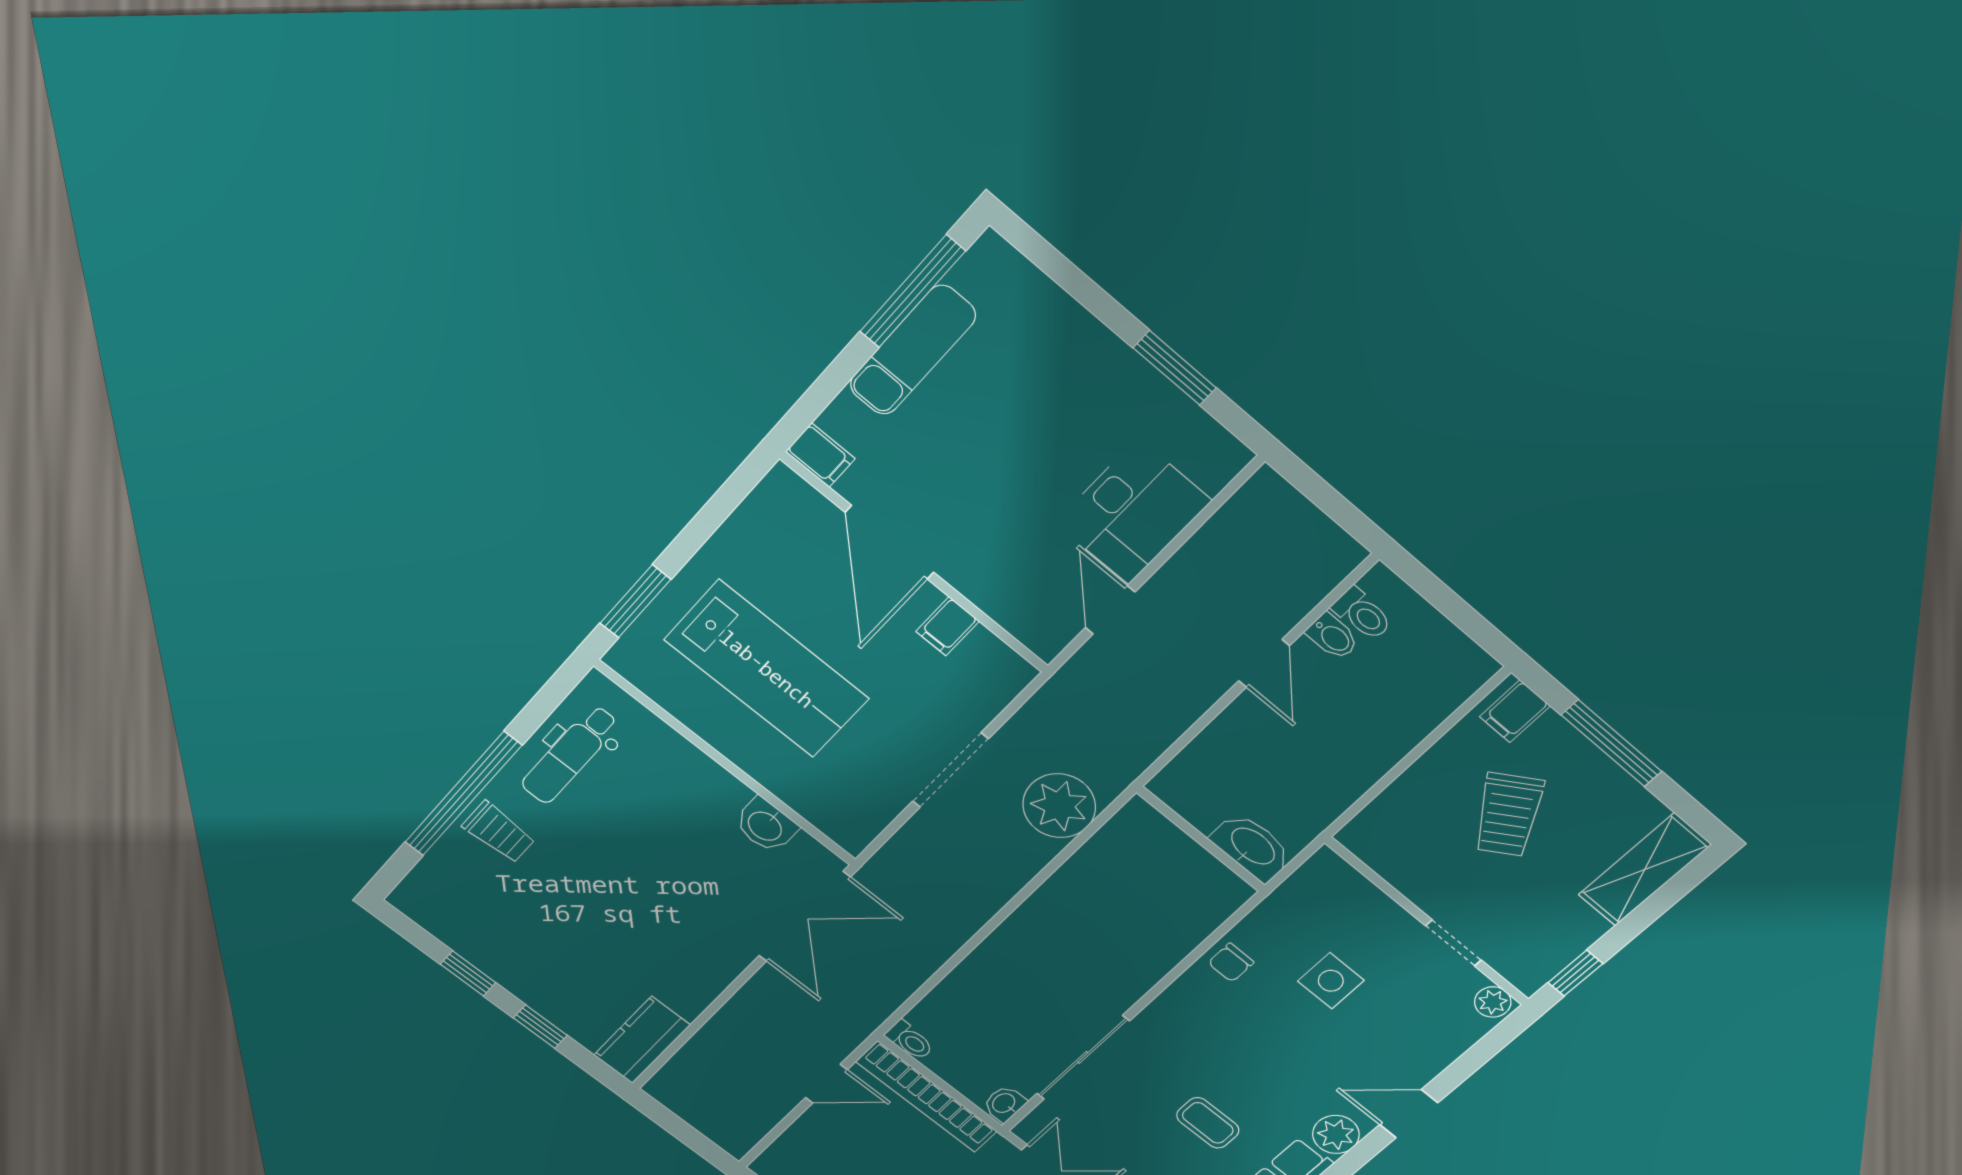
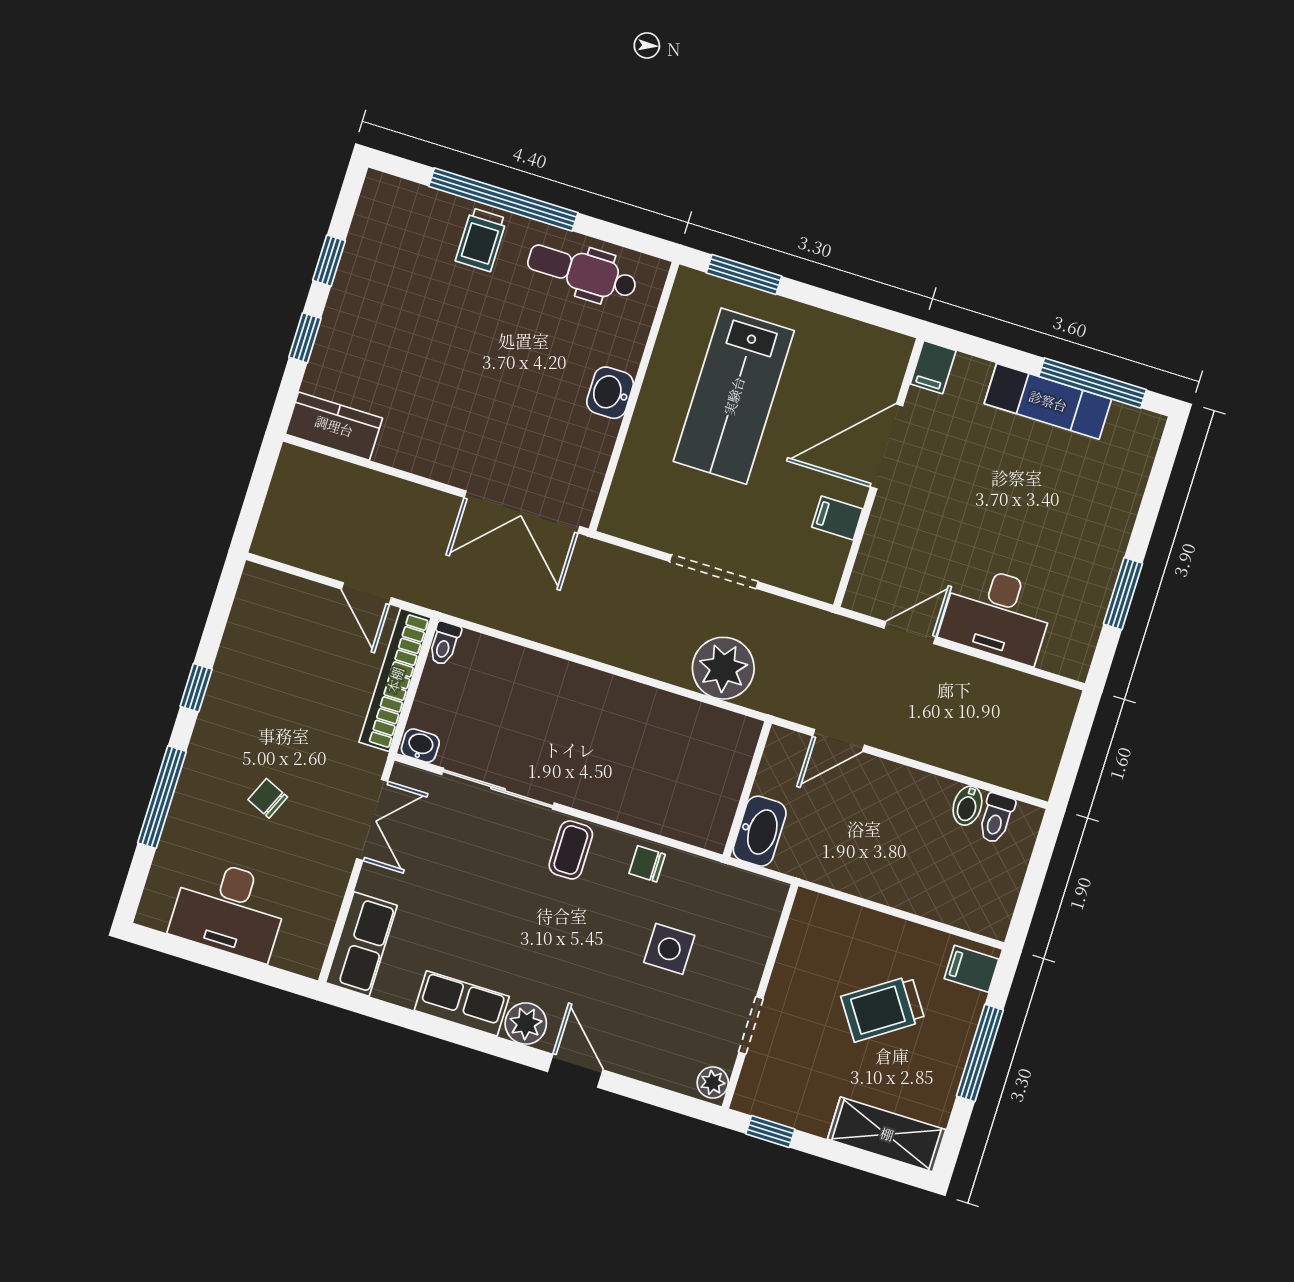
door: (1264, 663) -> (839, 740), moved
washbasin: (766, 825) -> (610, 393), moved
coffee table: (1208, 1123) -> (571, 850), moved

